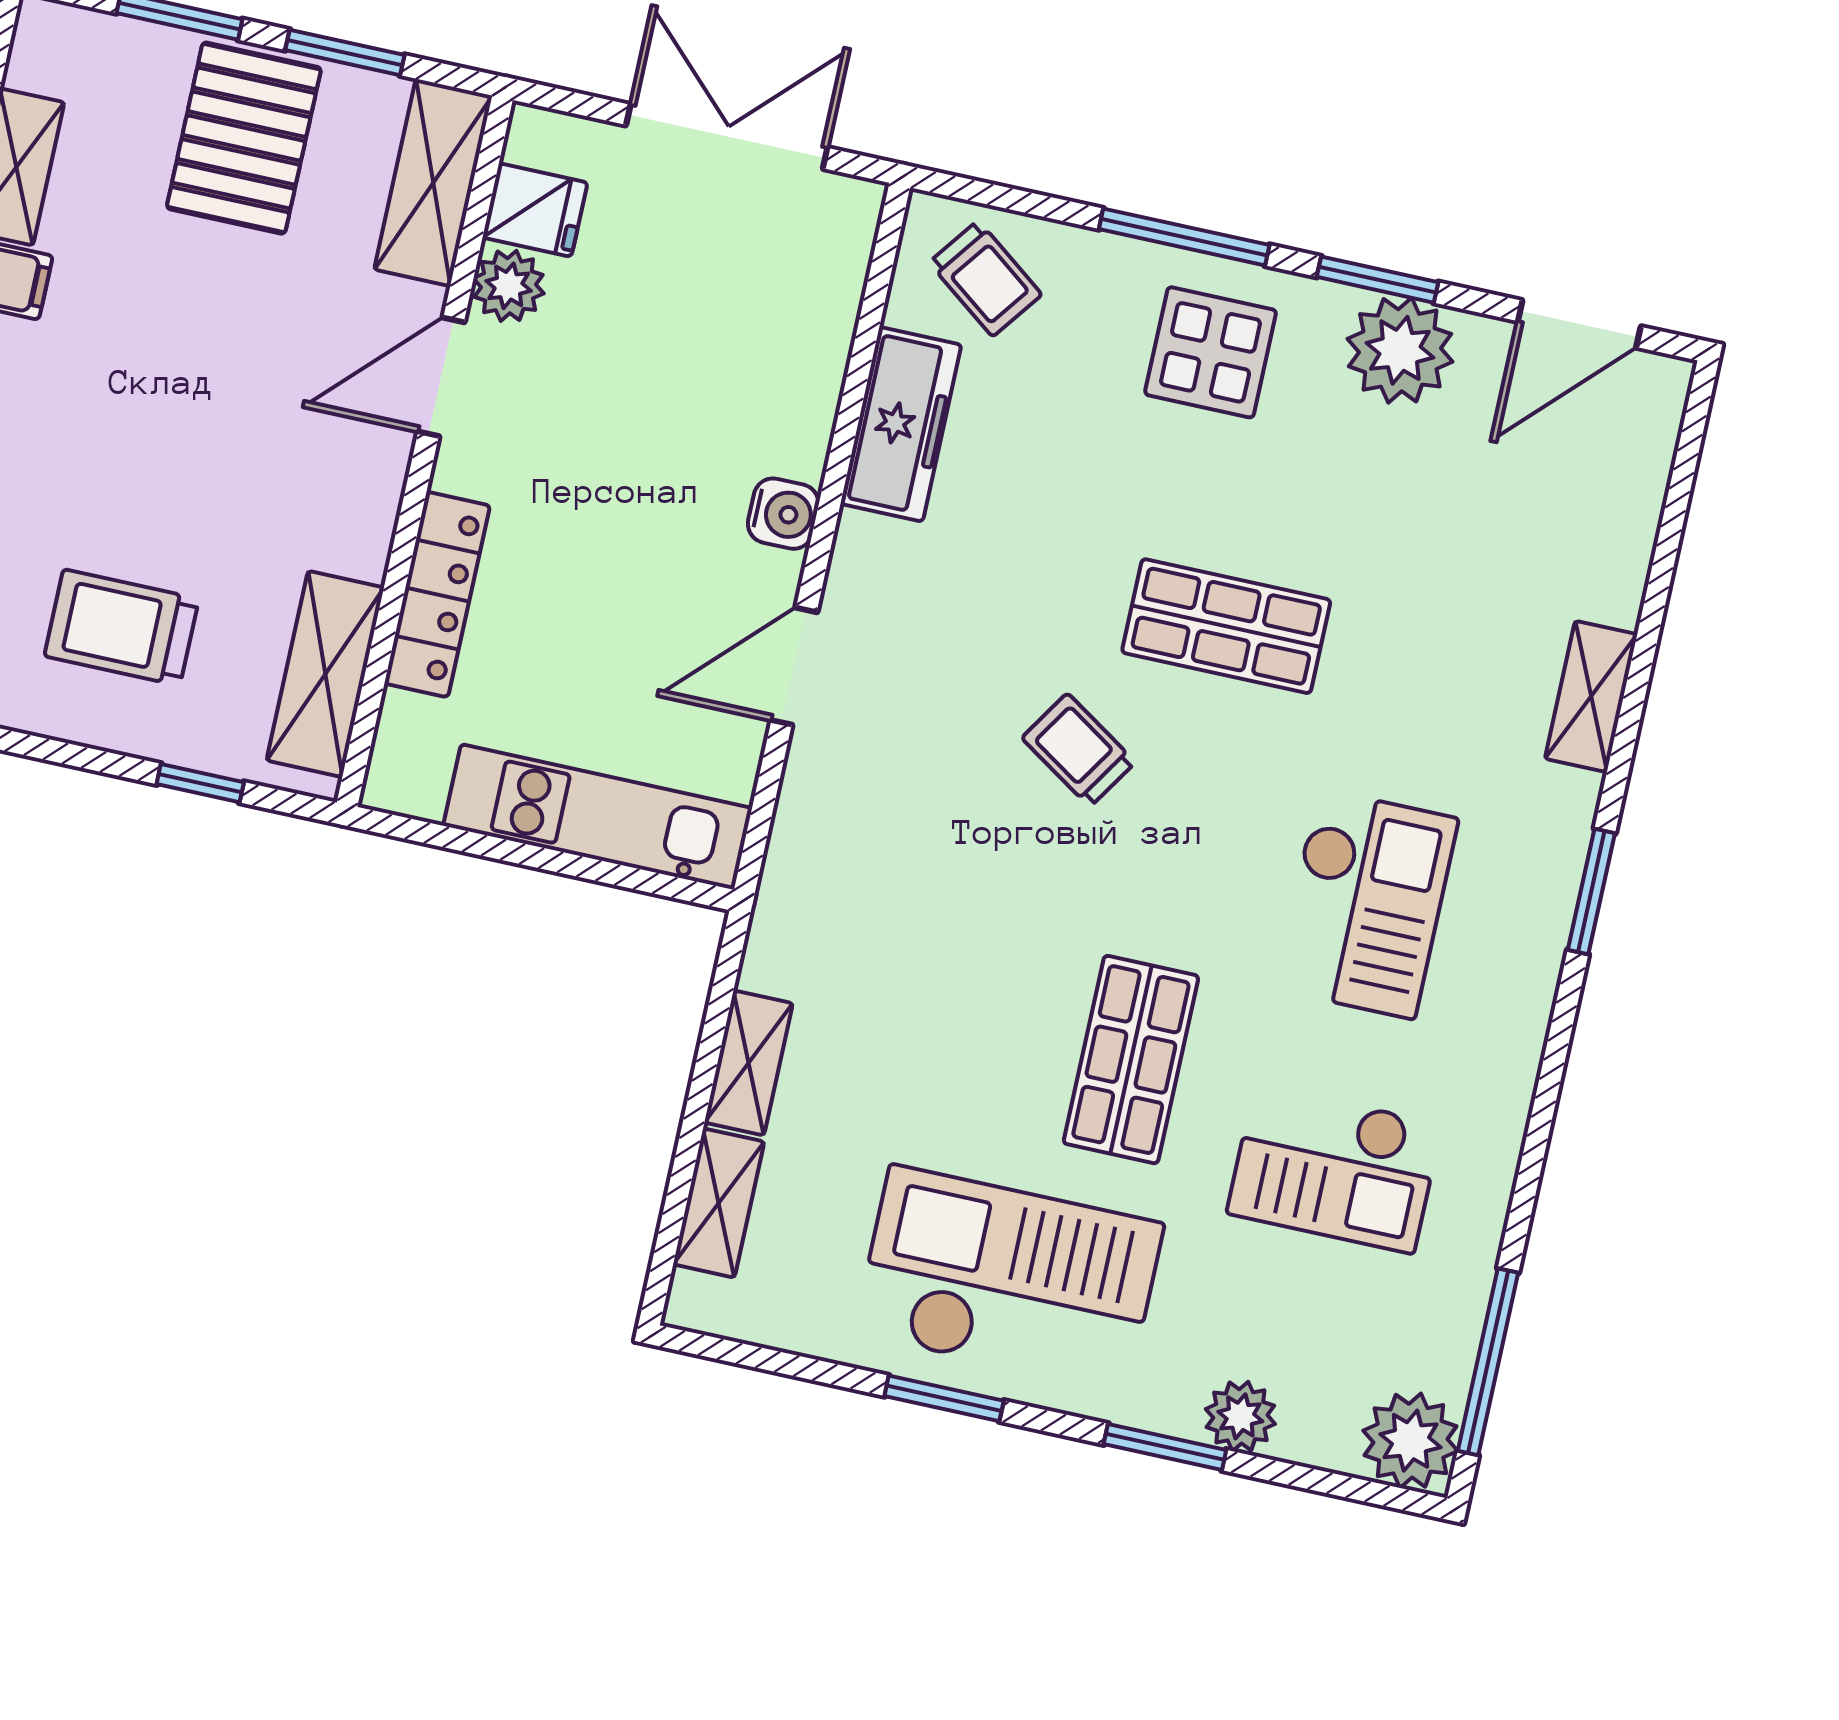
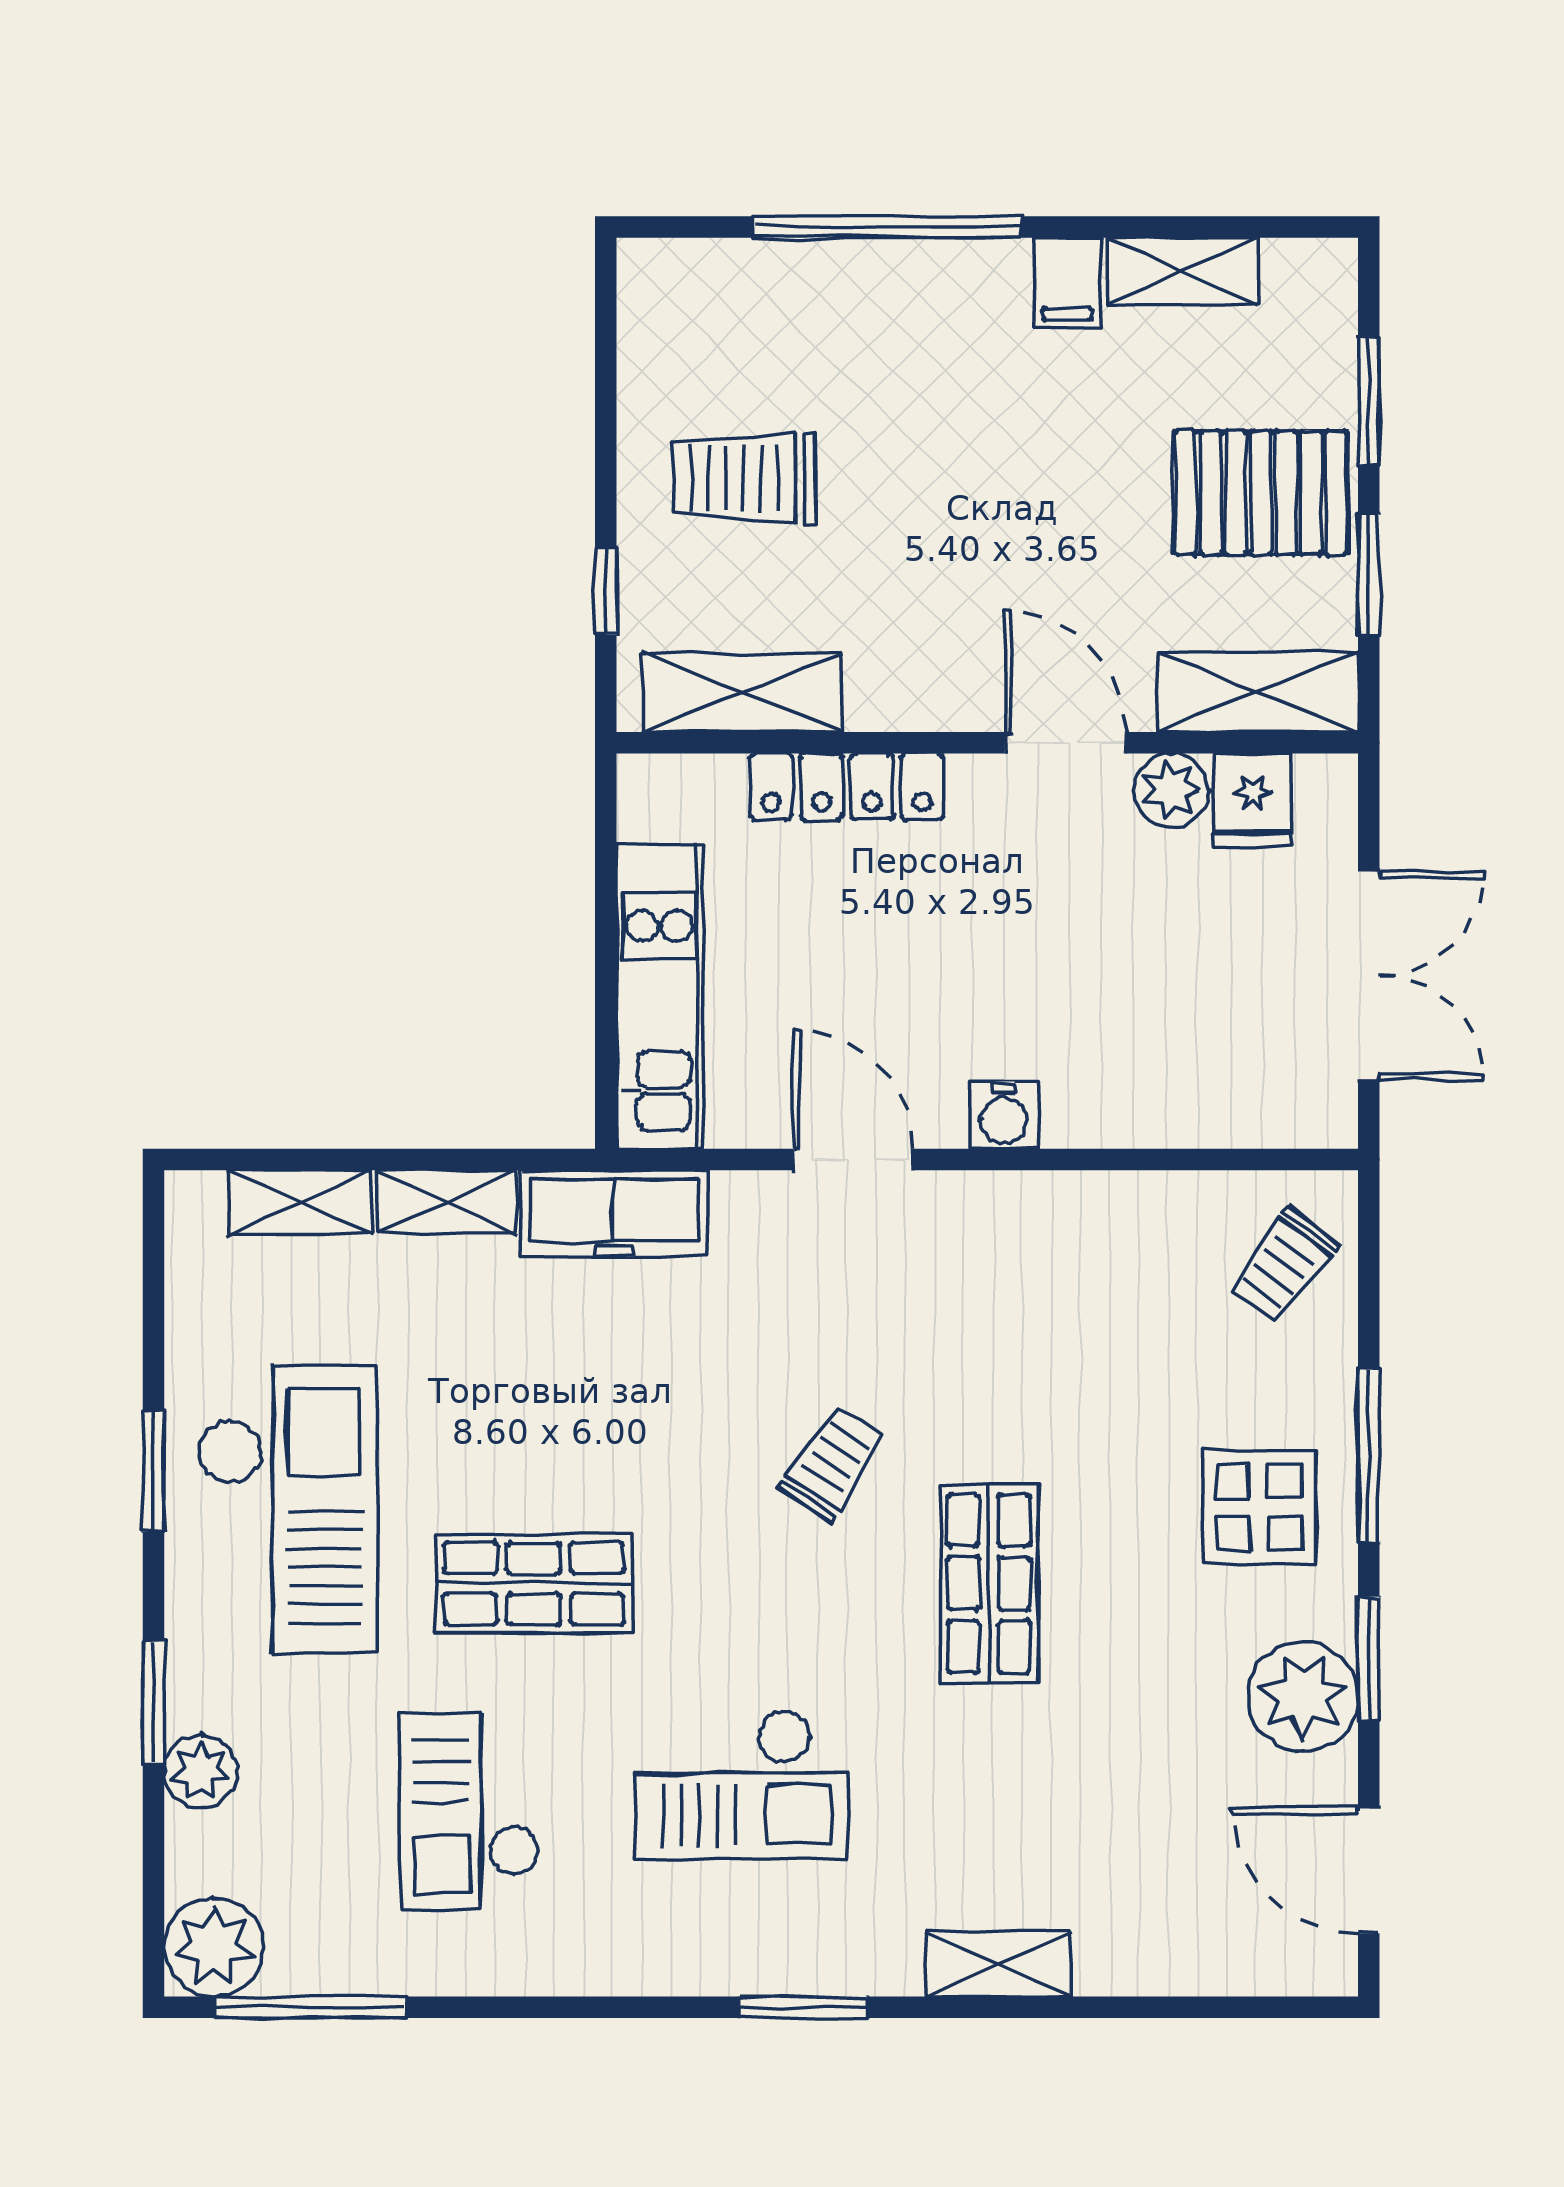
freezer: (901, 424) -> (614, 1213), moved
trolley: (122, 627) -> (744, 478), turned -90

